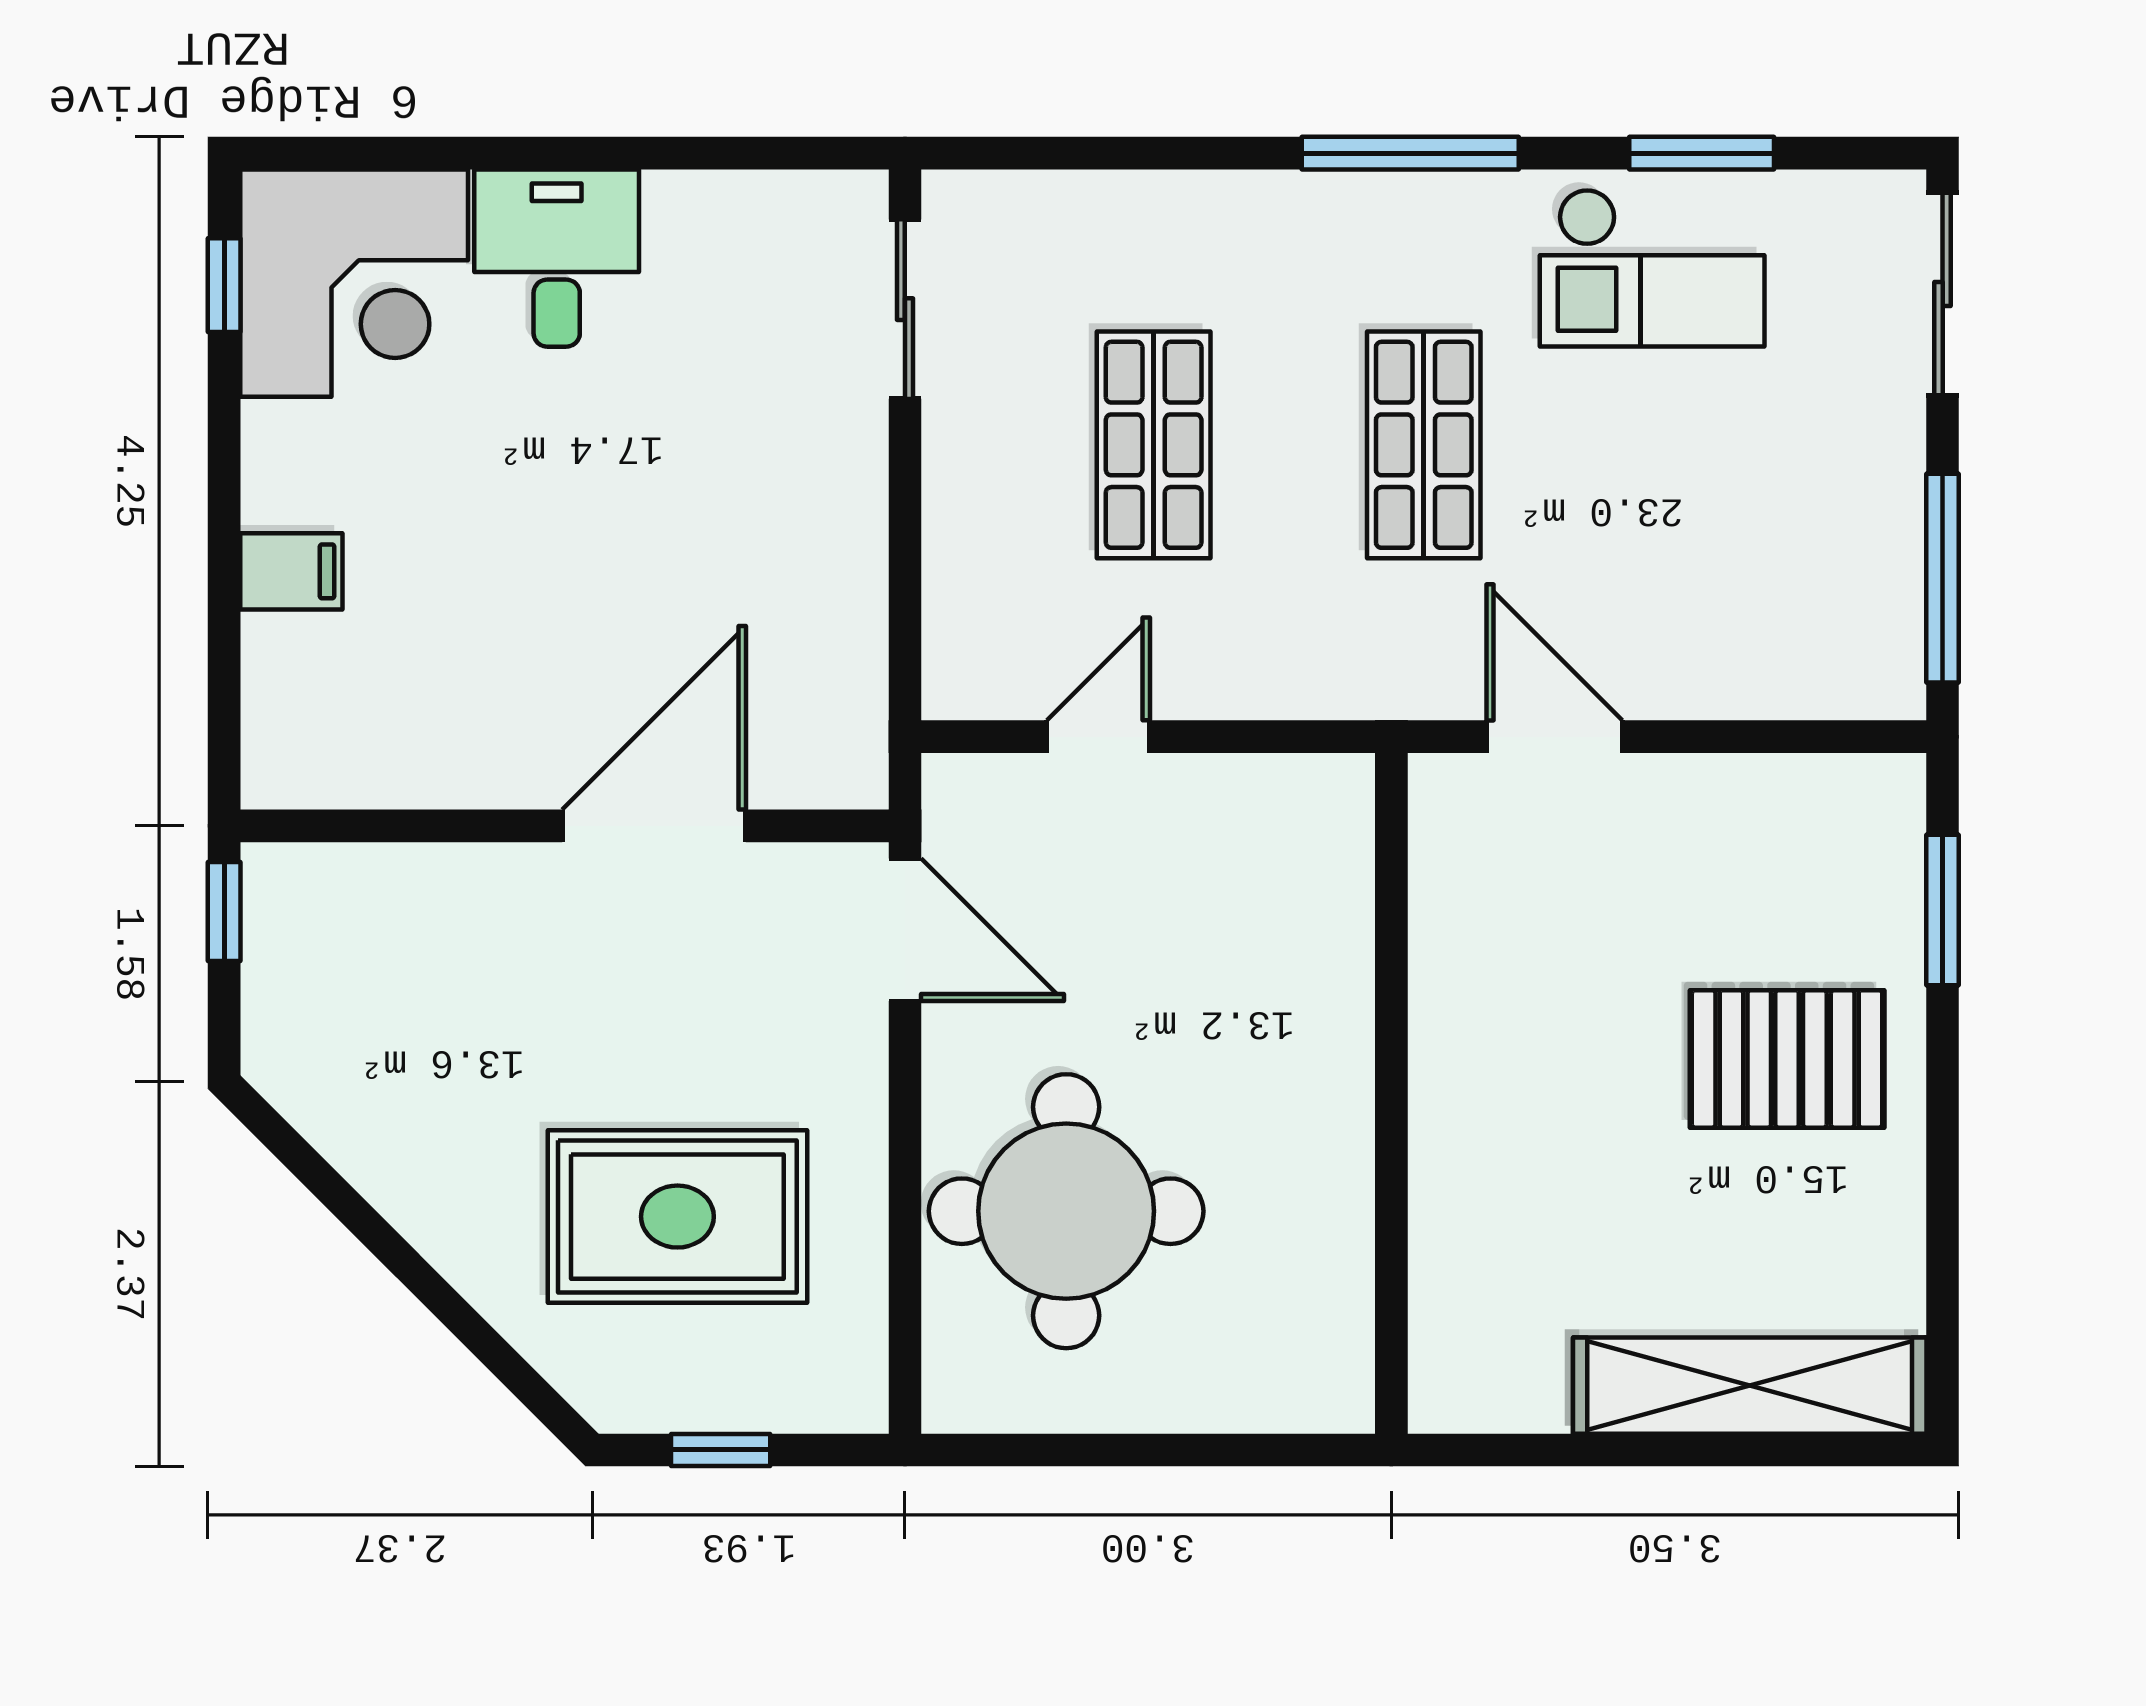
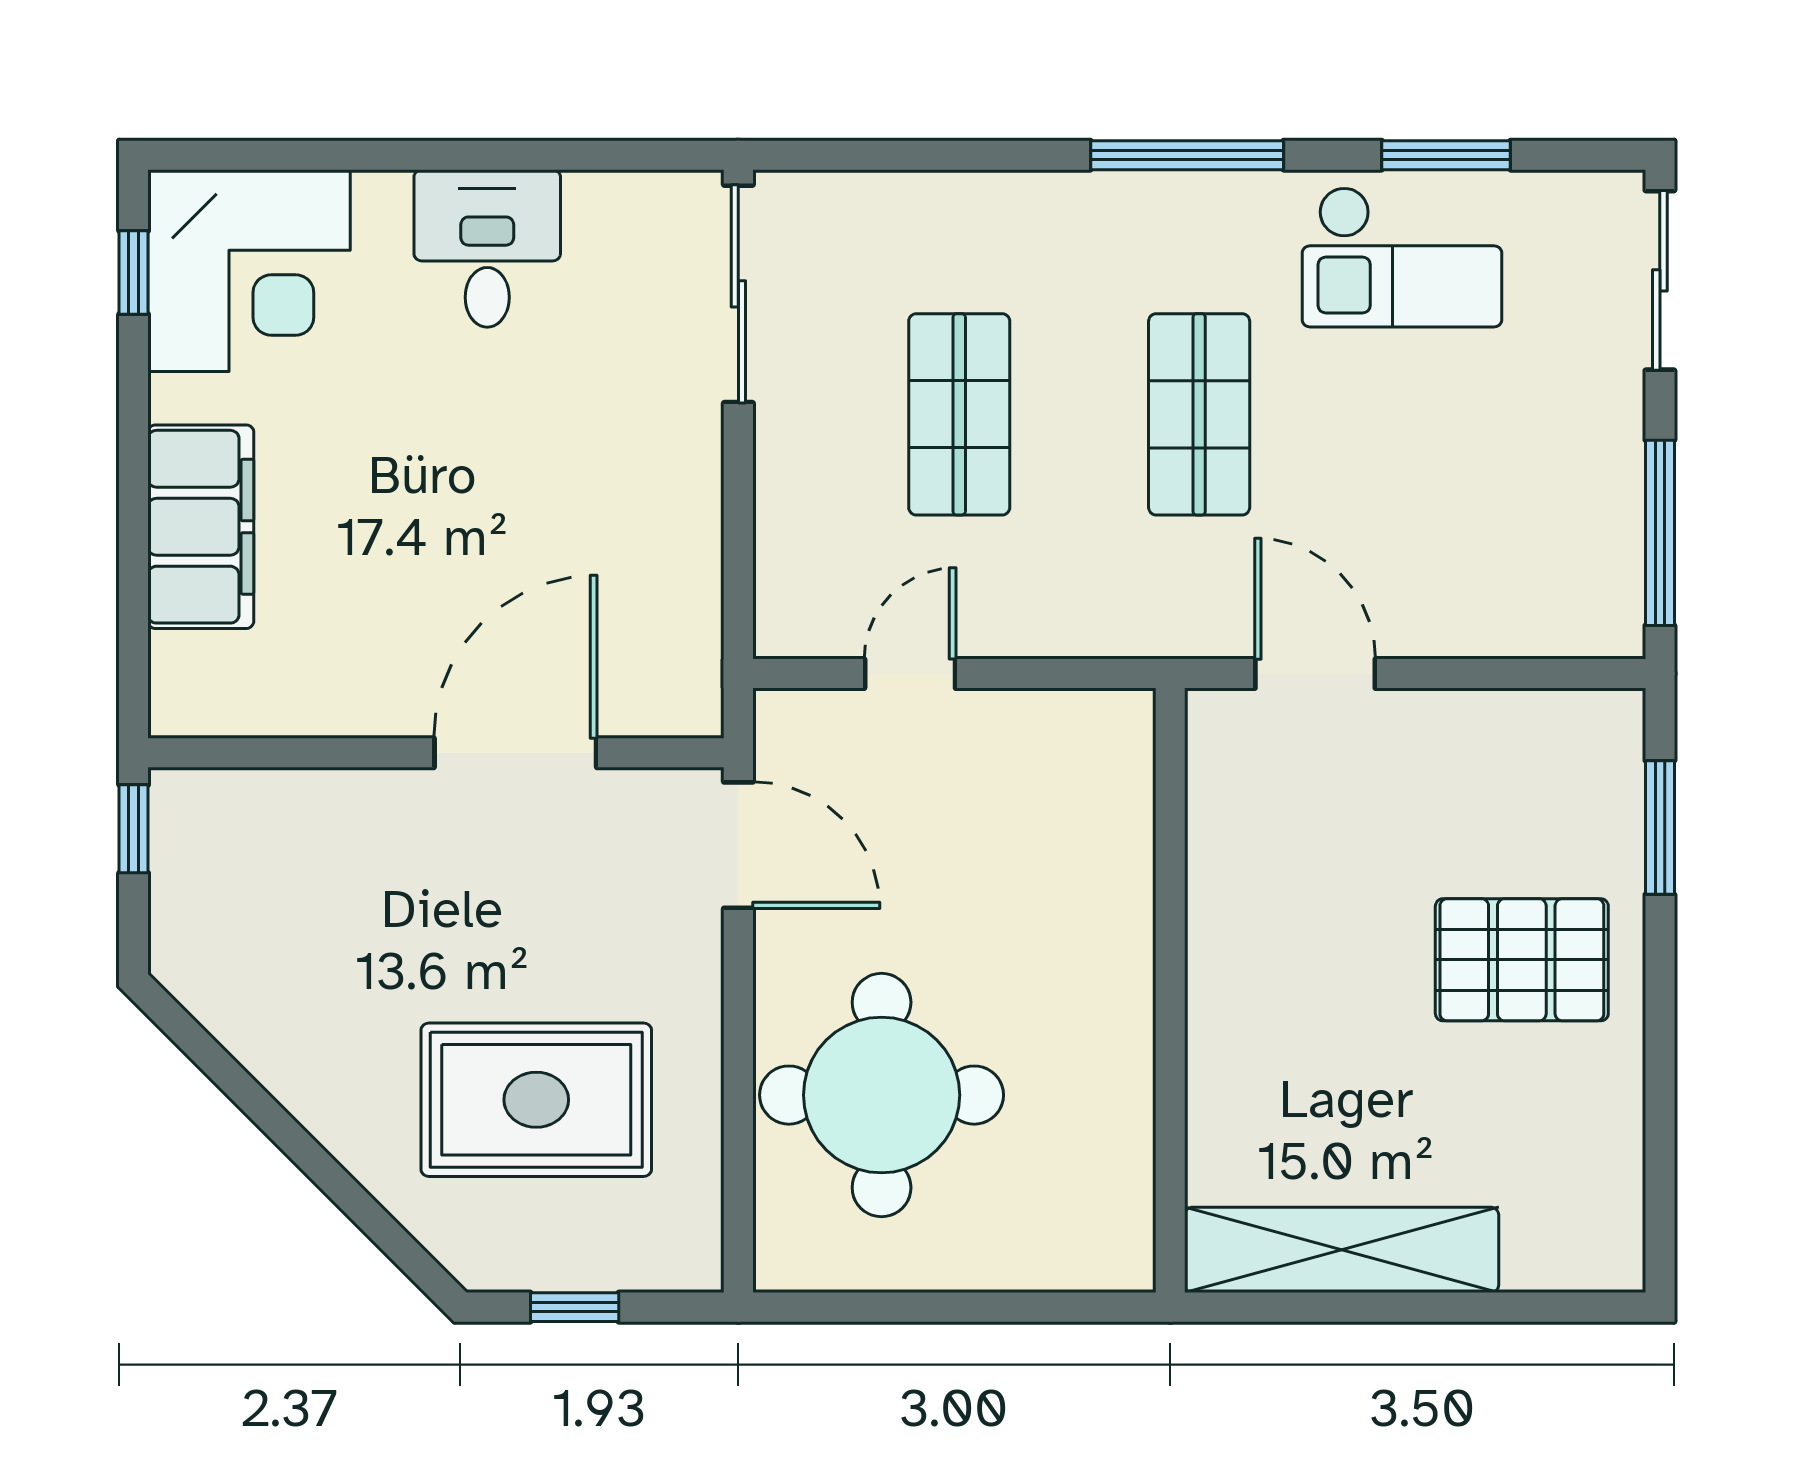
desk: (557, 258) -> (487, 248), moved
sliding door: (905, 309) -> (738, 294), width x1.37
filing cabinet: (291, 571) -> (201, 527), width x3.00, depth x1.17
shelving: (1750, 1386) -> (1342, 1250), moved

